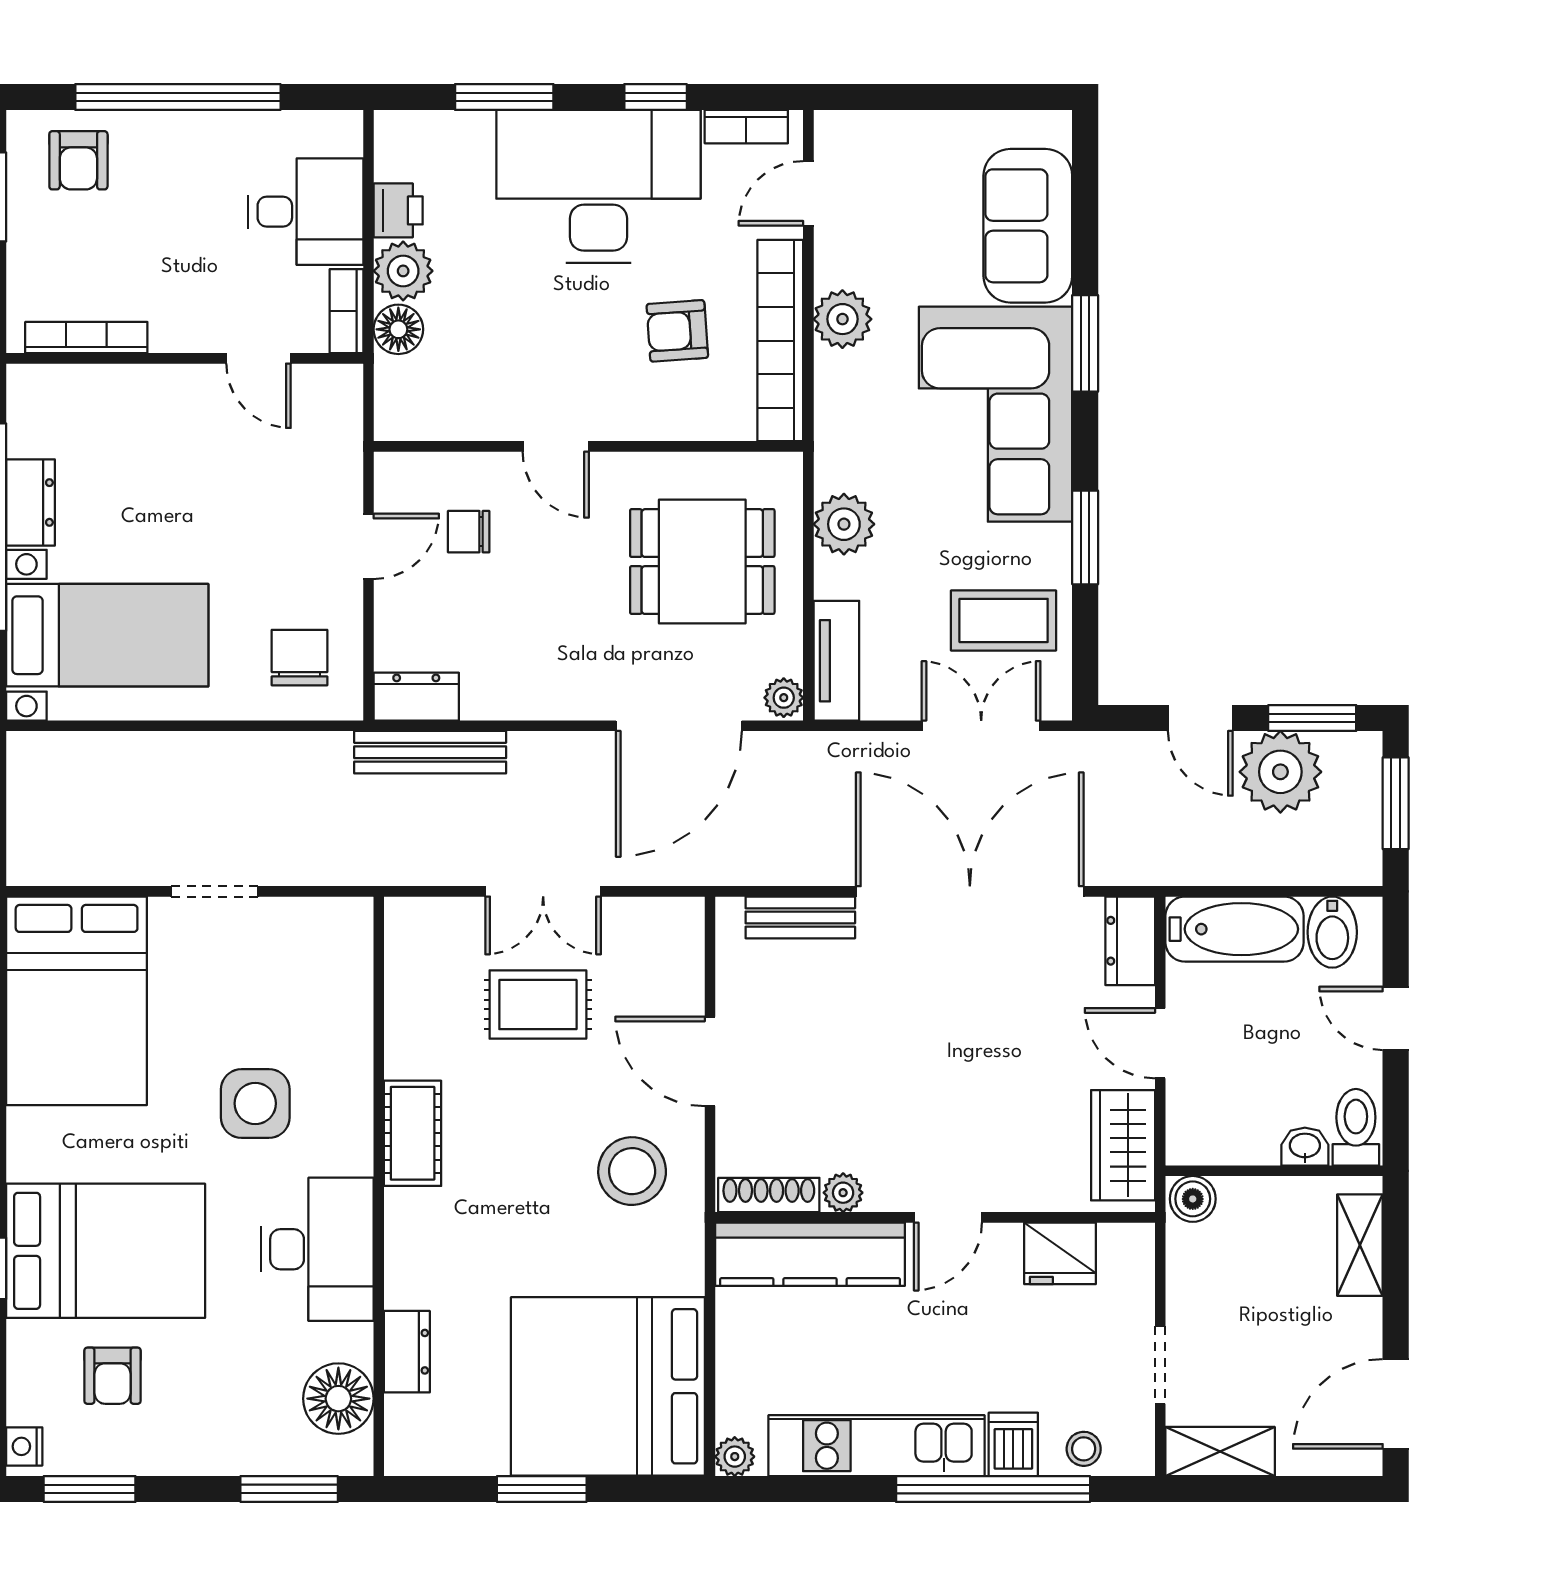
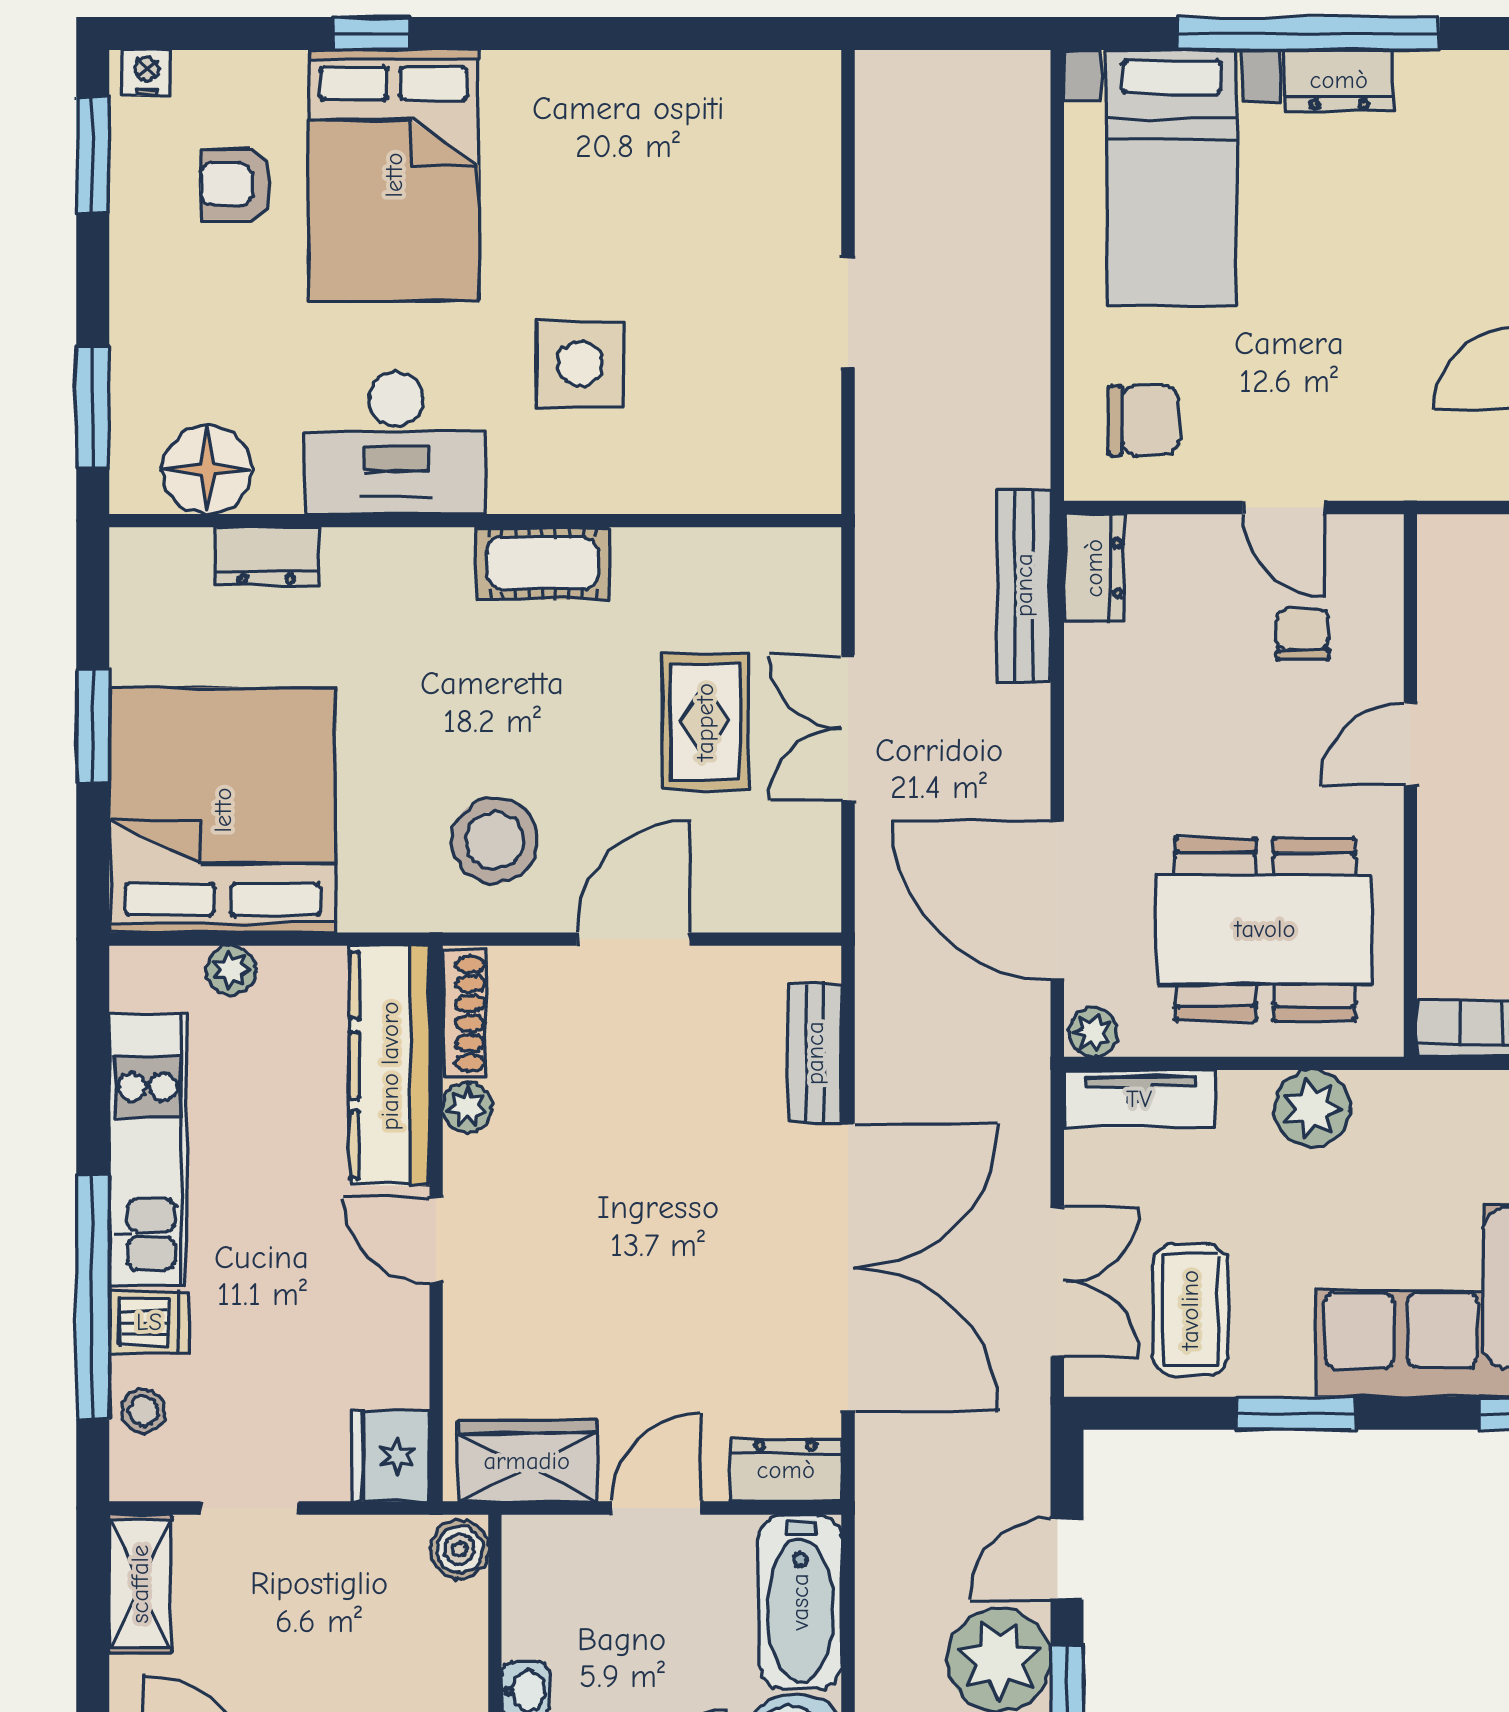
dining table: (702, 562) -> (1265, 929), width x1.38
bed: (77, 1001) -> (710, 139), removed
fridge: (1060, 1253) -> (391, 1456), moved
plant: (735, 1457) -> (231, 970), moved

